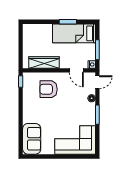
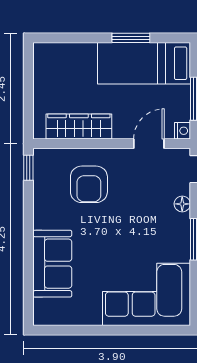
door: (76, 70) -> (149, 144), swing flipped
armchair: (49, 89) -> (89, 184), turned -90
sofa: (32, 139) -> (52, 264), moved

